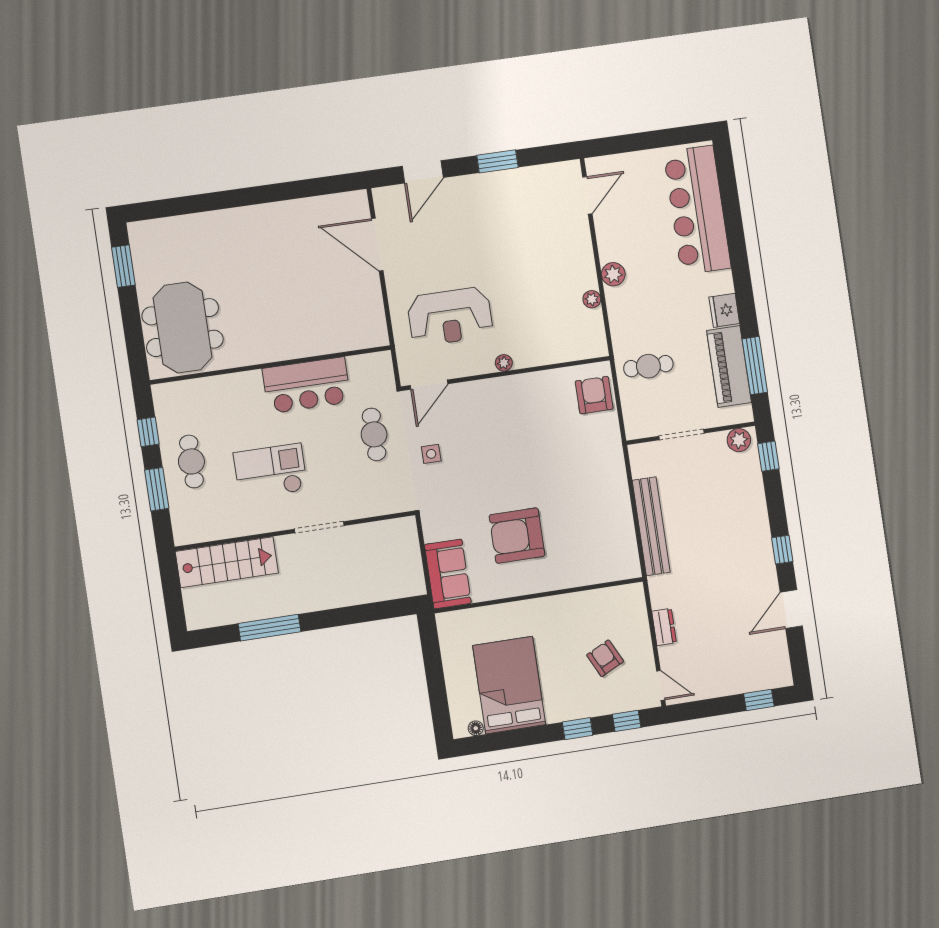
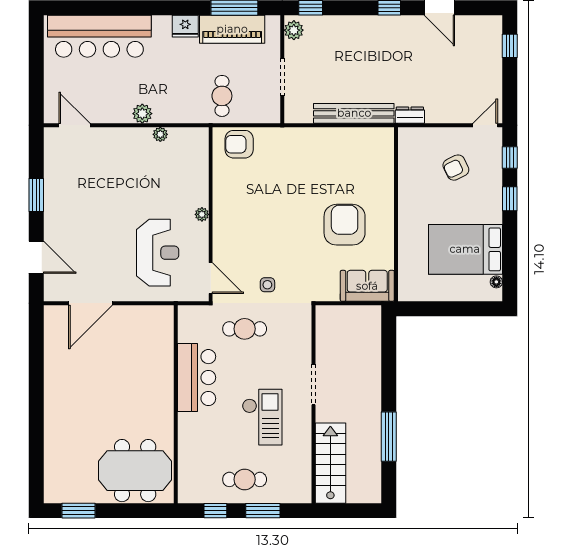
checkout: (270, 471) -> (262, 417), turned 180
armchair: (517, 536) -> (345, 225), turned 180
dresser: (664, 627) -> (410, 115), moved

